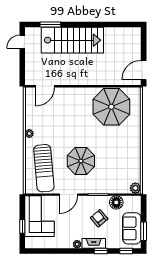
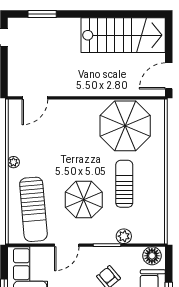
stairs: (72, 40) -> (123, 35), moved
sun lounger: (111, 149) -> (124, 184), added
plant: (135, 188) -> (124, 236), moved
floor lamp: (116, 202) -> (152, 256), moved

